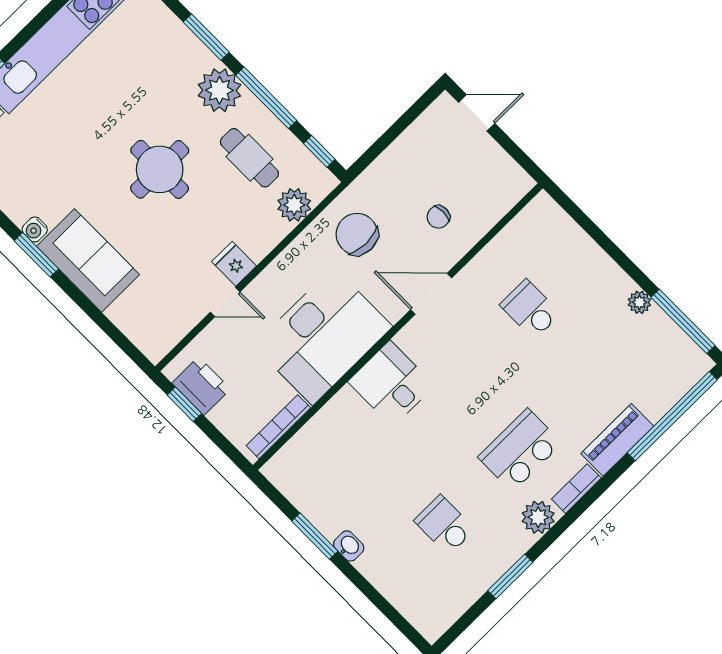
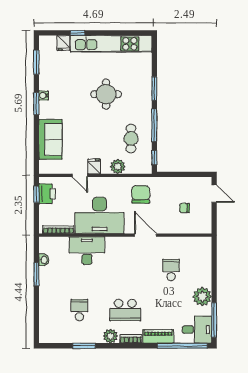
plant: (219, 90) -> (142, 109), removed
round table: (160, 169) -> (106, 94), moved
plant: (294, 205) -> (118, 167), moved
chair: (438, 217) -> (184, 208), moved
sofa: (88, 260) -> (50, 139), moved
plant: (639, 302) -> (202, 297), width x1.87, depth x1.87
desk: (670, 365) -> (197, 330), added
desk: (391, 384) -> (87, 251), moved, width x1.37
school desk: (520, 450) -> (125, 310), turned 180
washbasin: (349, 546) -> (44, 260), moved

